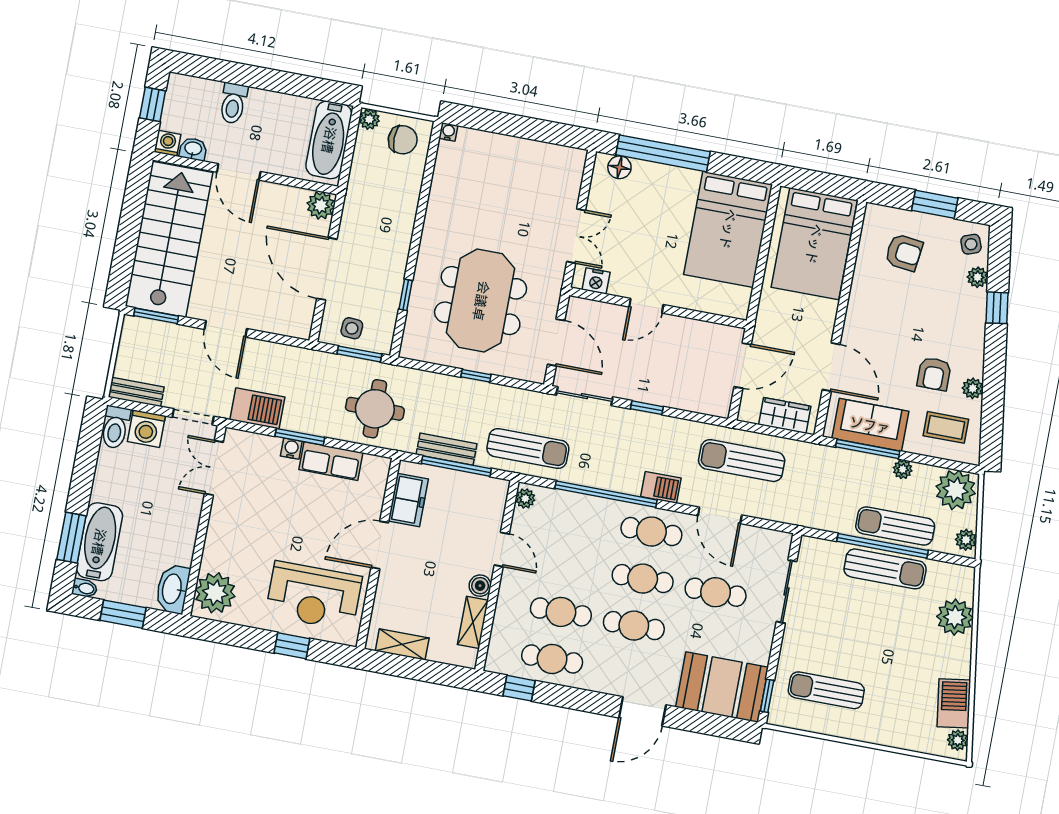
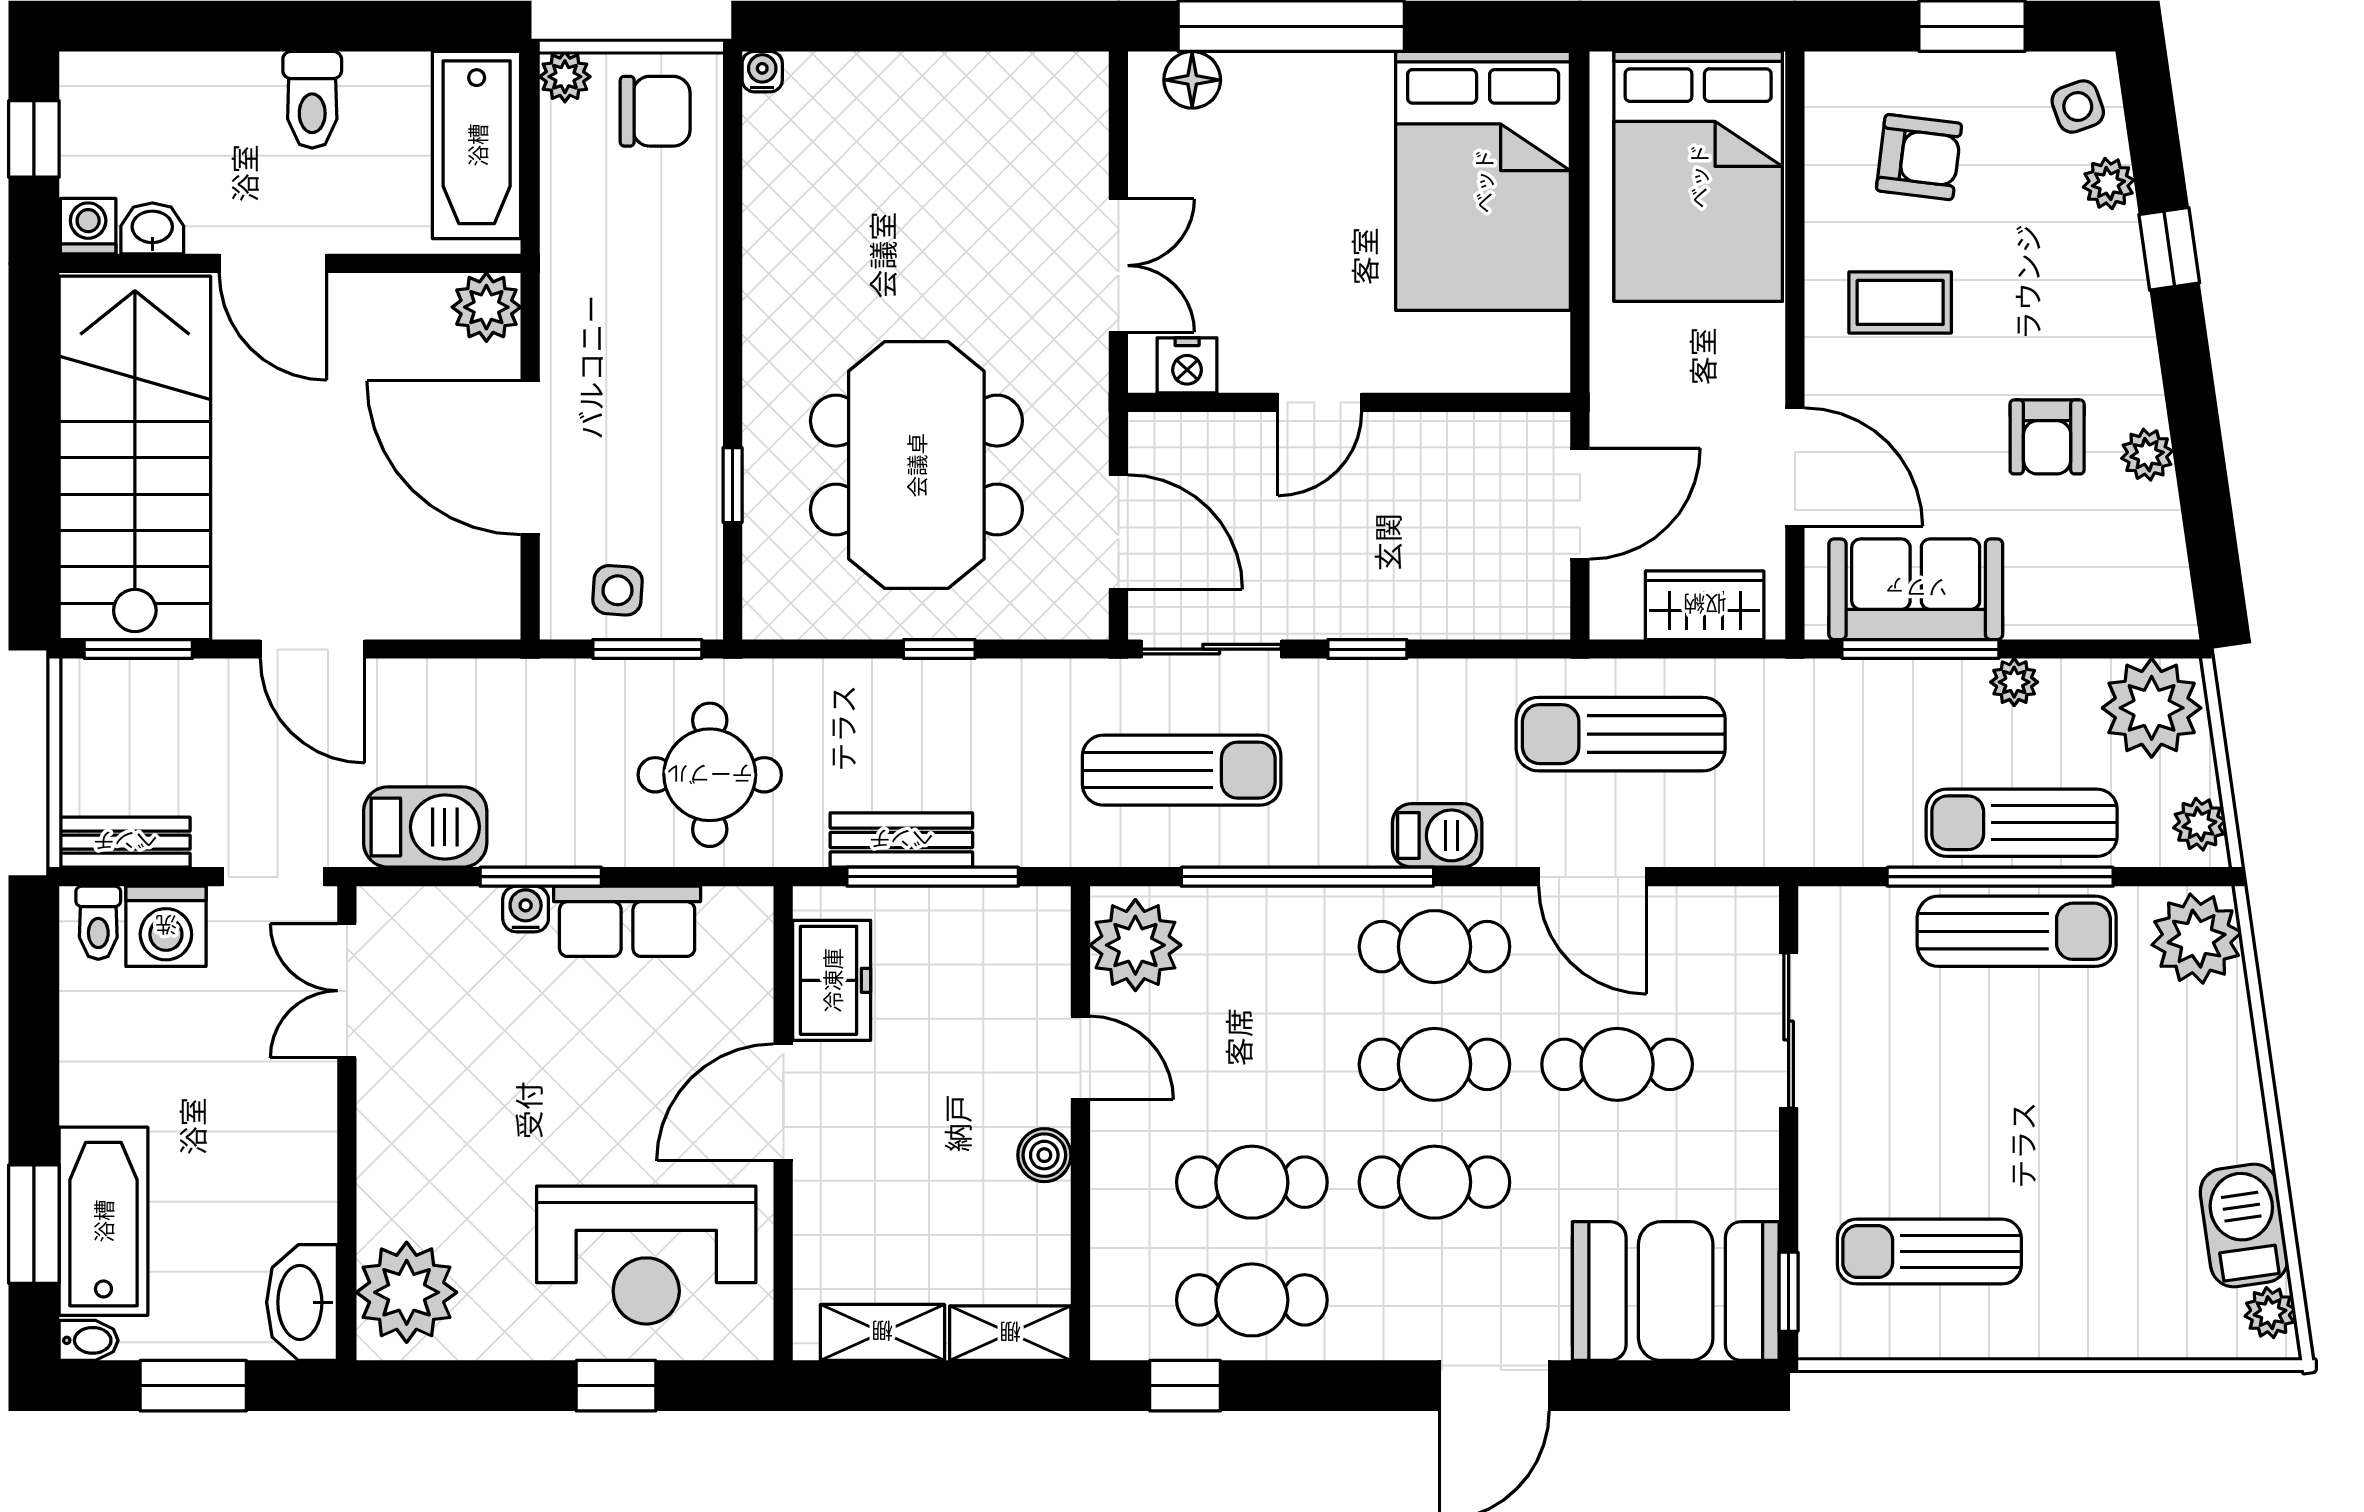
toilet: (233, 103) -> (312, 100), moved
toilet: (115, 427) -> (98, 923), width x0.73, depth x0.72
coffee table: (946, 427) -> (1900, 302), moved
sun lounger: (528, 449) -> (1182, 770), moved
plant: (525, 498) -> (1135, 945), width x1.87, depth x1.87
plant: (955, 617) -> (2197, 939), moved
shelving: (473, 622) -> (1010, 1333), moved, turned 90

